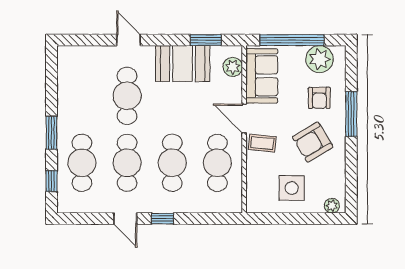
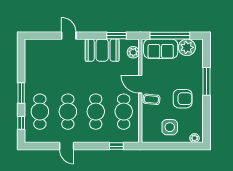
sofa: (262, 76) -> (161, 49), moved, turned 90
cafe table: (127, 96) -> (68, 70), removed
armchair: (319, 98) -> (187, 71), removed
armchair: (313, 142) -> (183, 99), turned -149
window: (163, 219) -> (116, 146), moved

